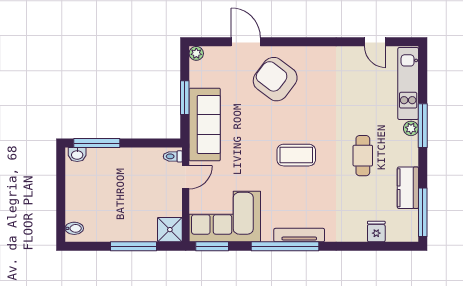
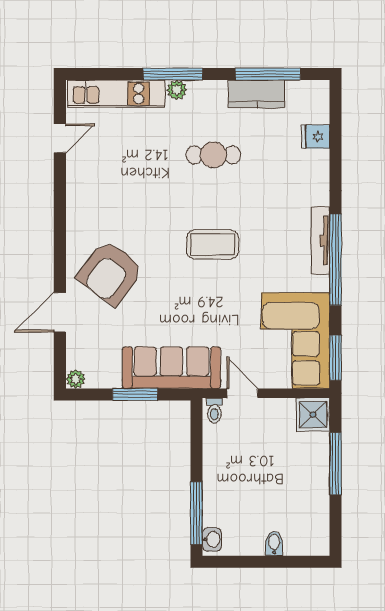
coffee table: (296, 155) -> (213, 244), turned 90
window: (423, 212) -> (268, 74), moved
bidet: (74, 228) -> (274, 544), moved

